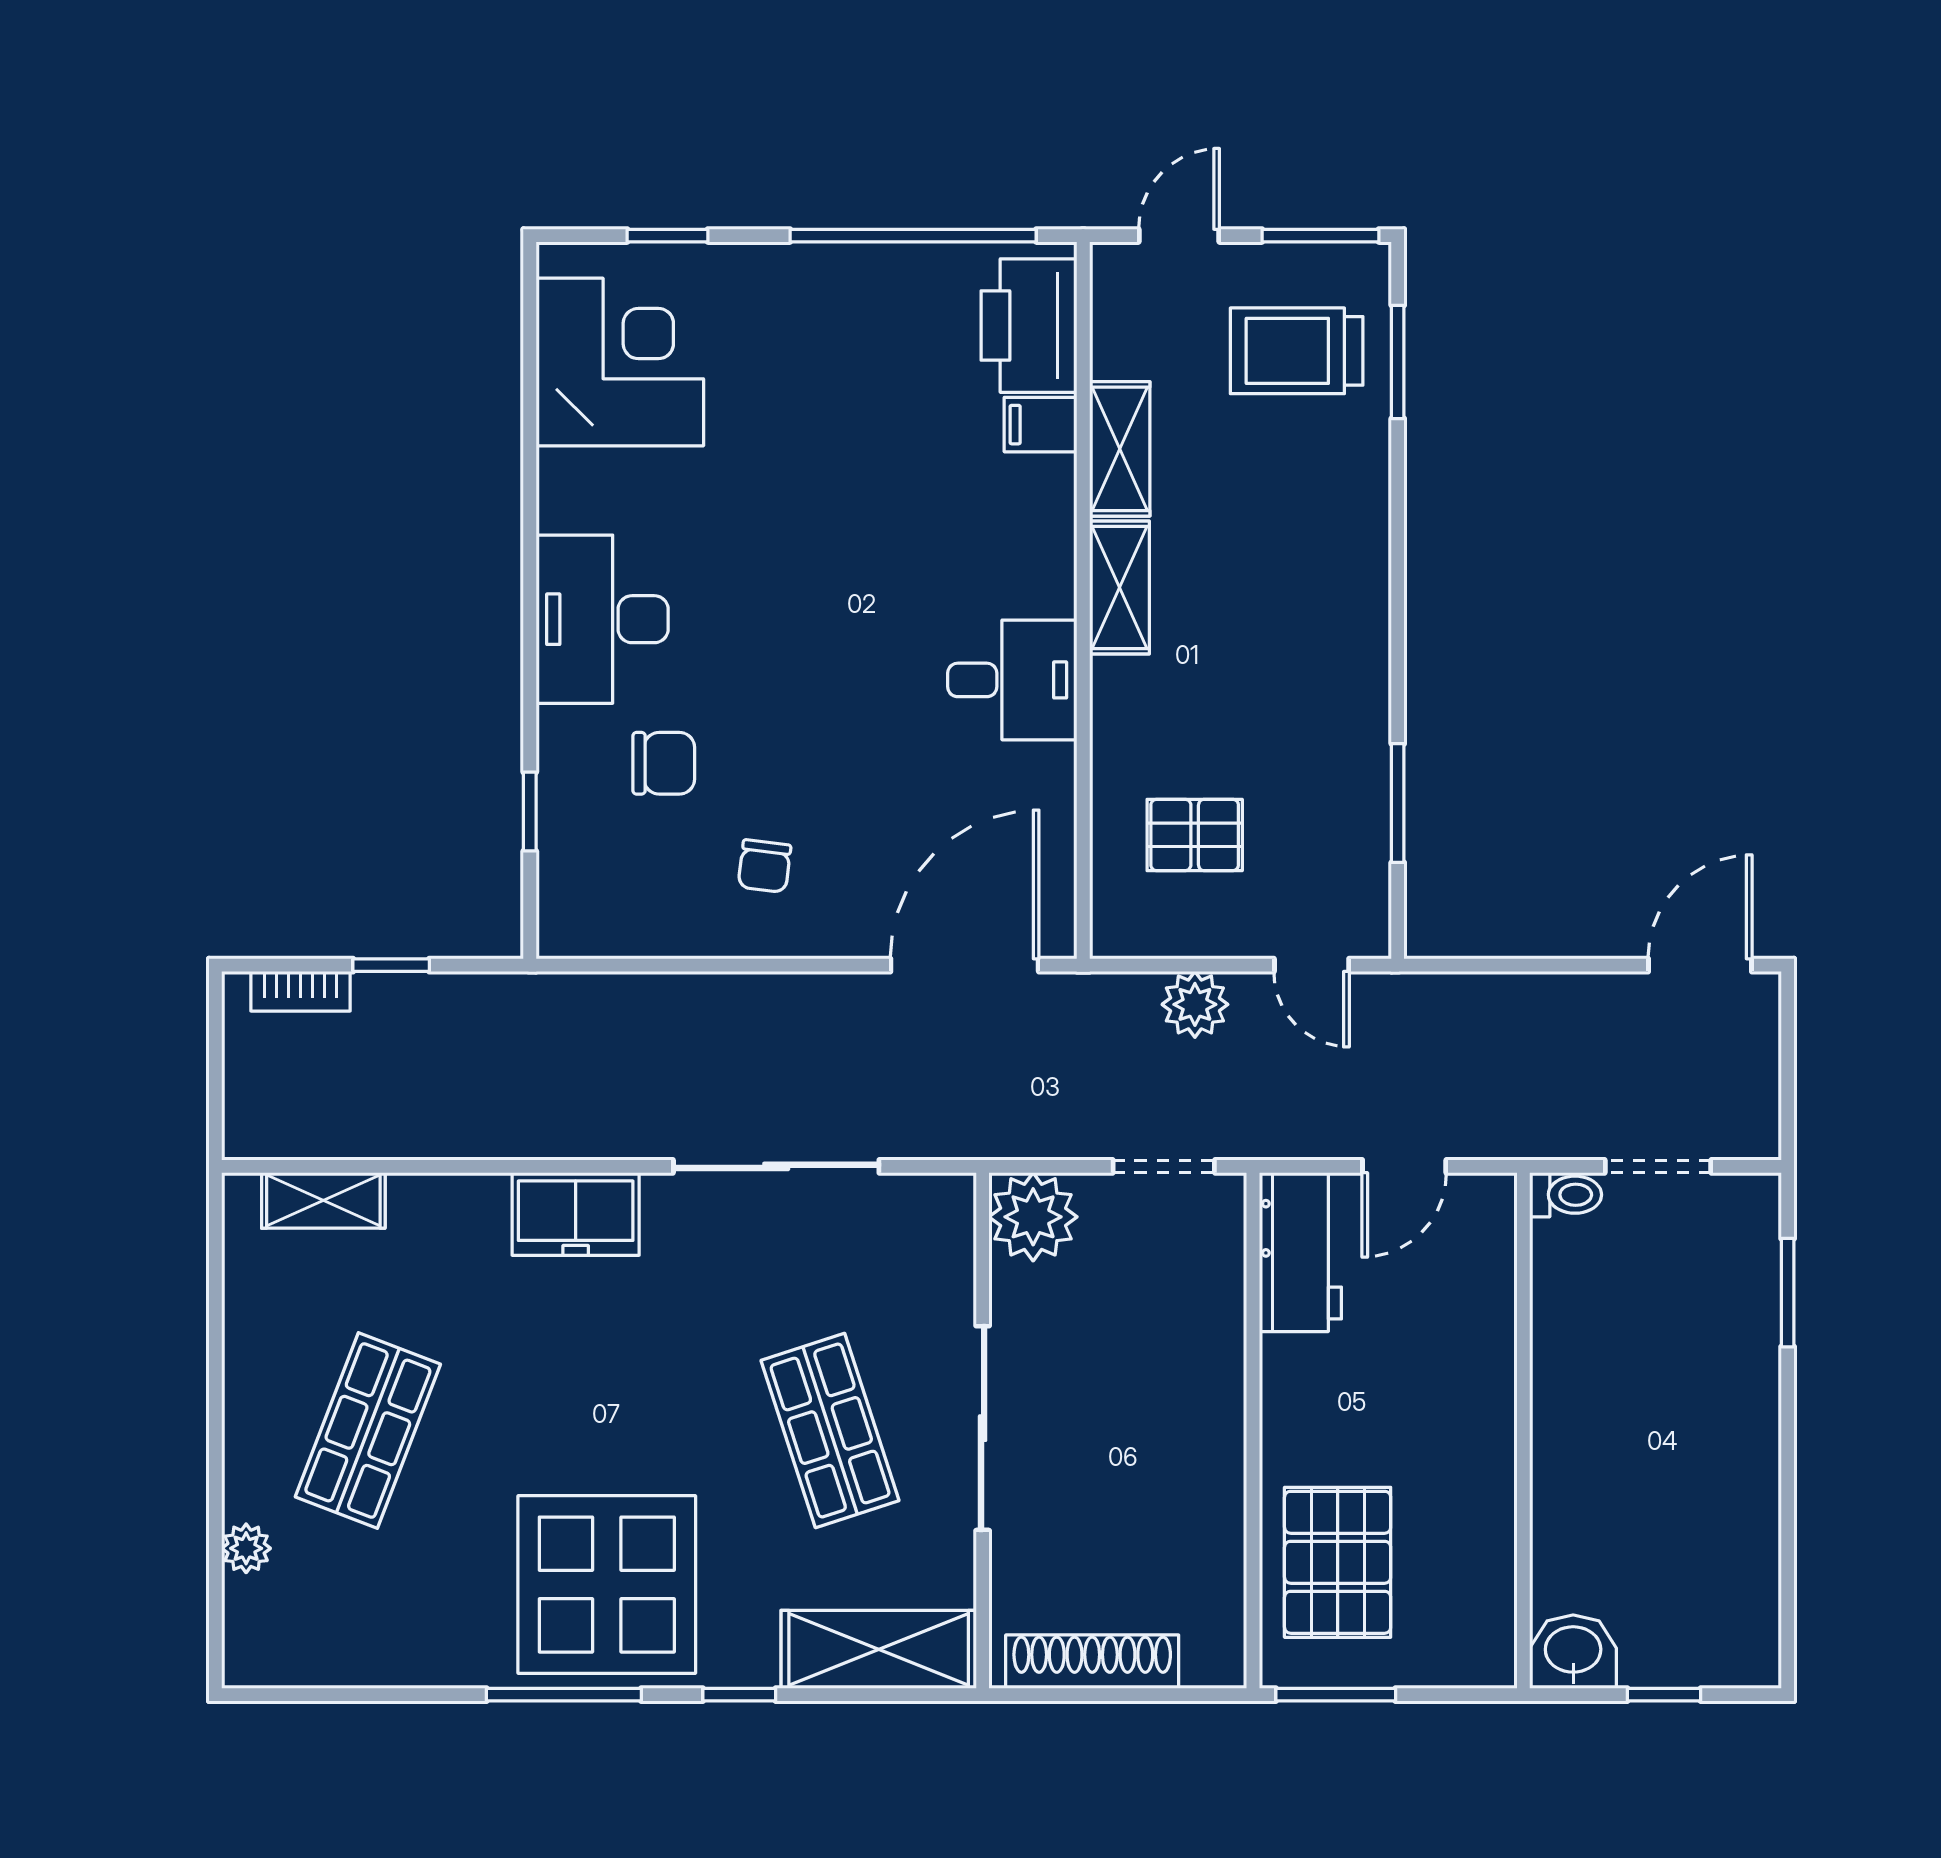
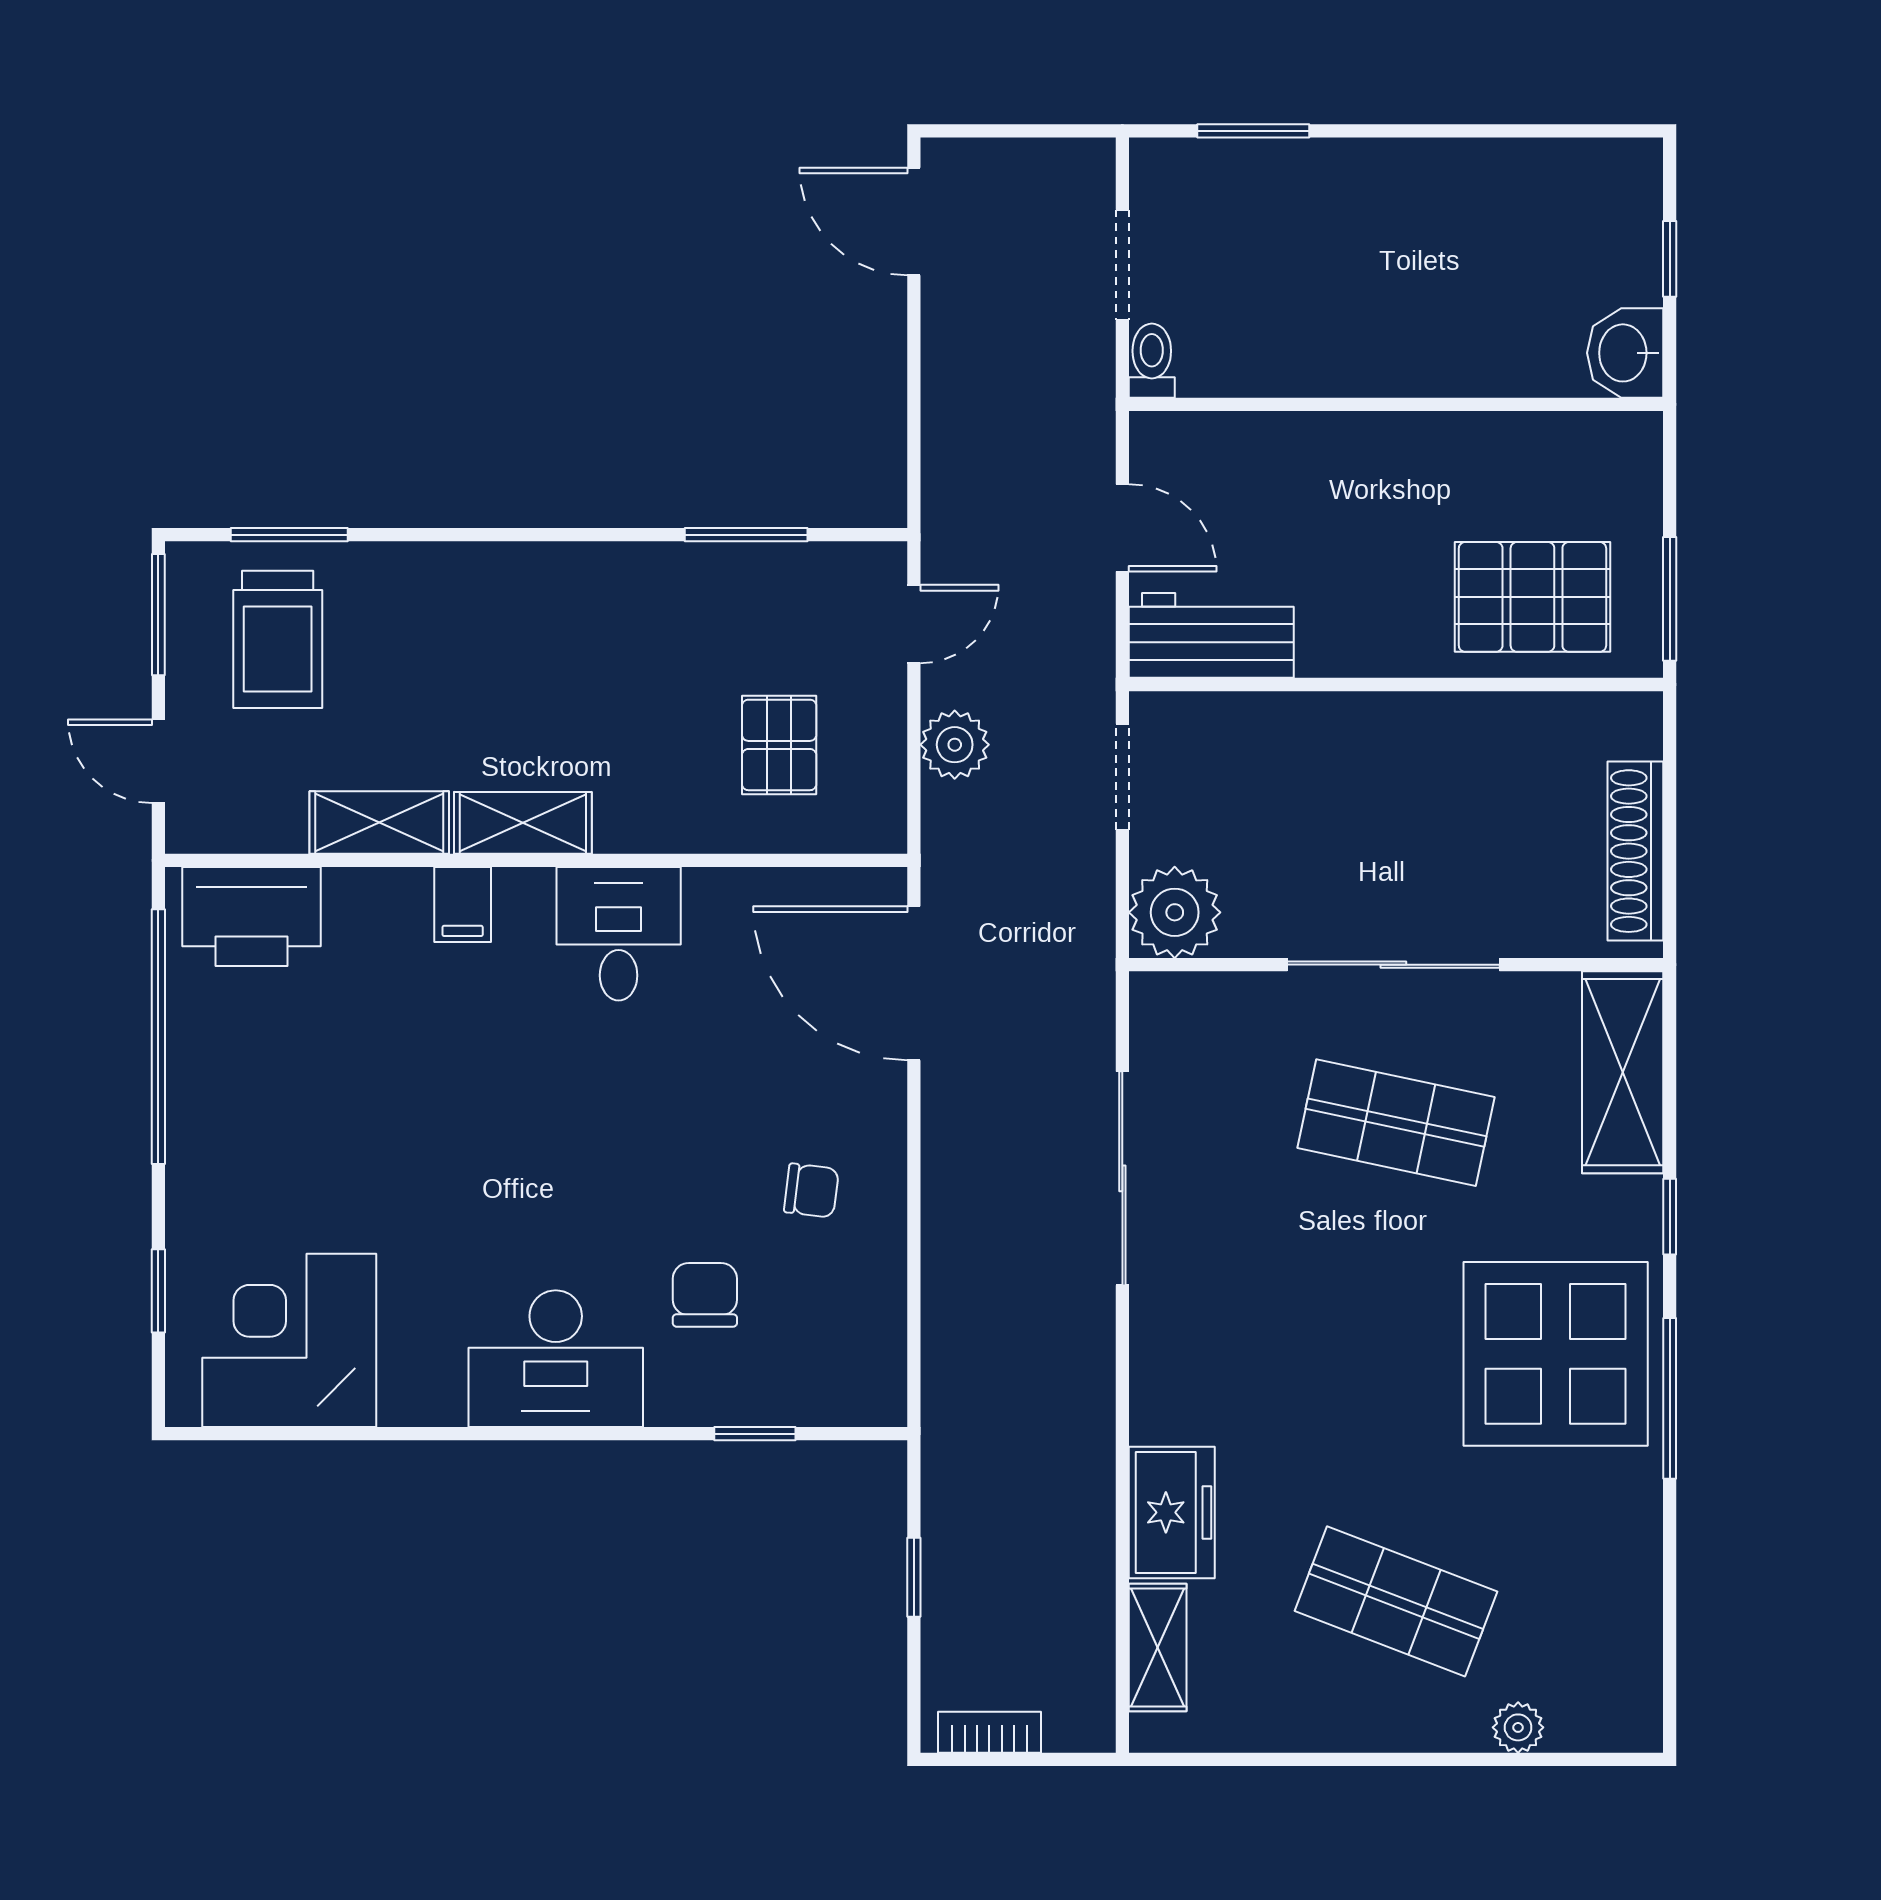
filing cabinet: (1041, 425) -> (463, 905), moved
bookcase: (300, 991) -> (989, 1732), moved, turned -90
freezer: (576, 1214) -> (1172, 1512), moved
shop shelf: (830, 1431) -> (1396, 1123), turned 30

